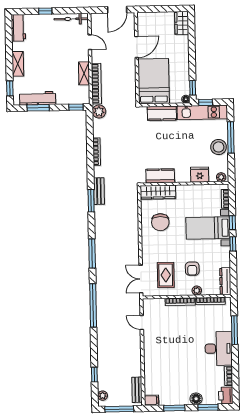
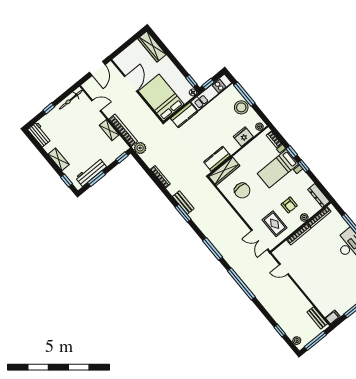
wardrobe: (182, 23) -> (152, 47), width x1.50

